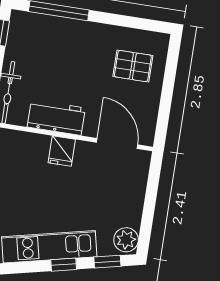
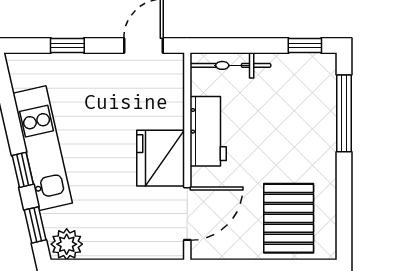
pallet: (133, 66) -> (289, 218), width x1.50, depth x1.42
fridge: (62, 151) -> (161, 158), width x1.88, depth x1.34

